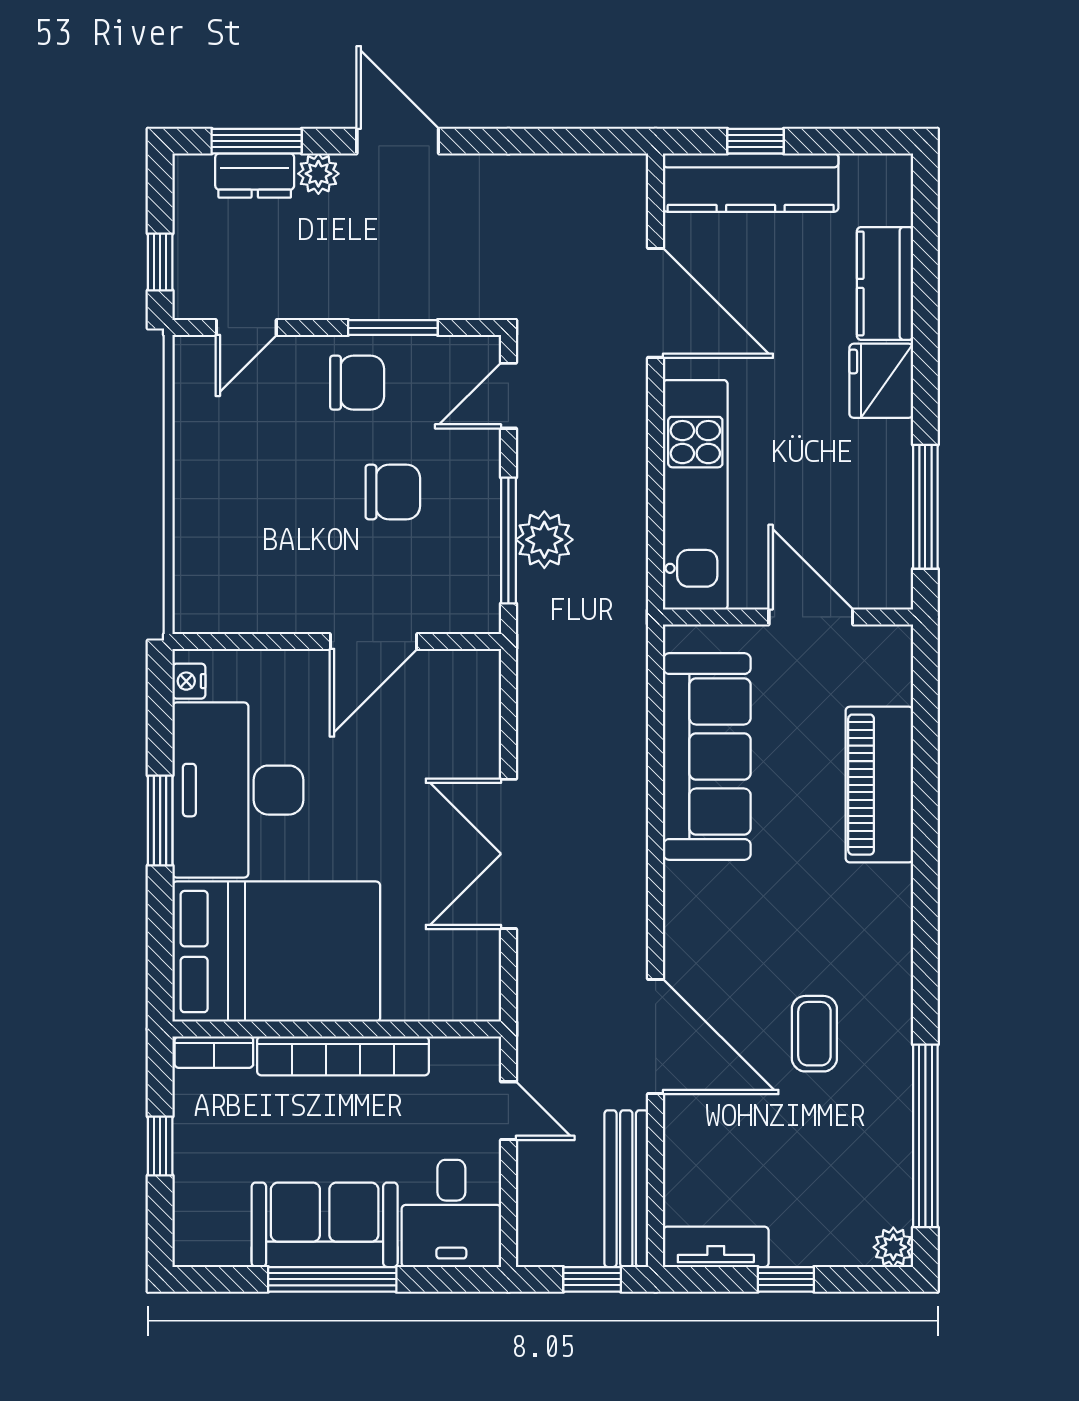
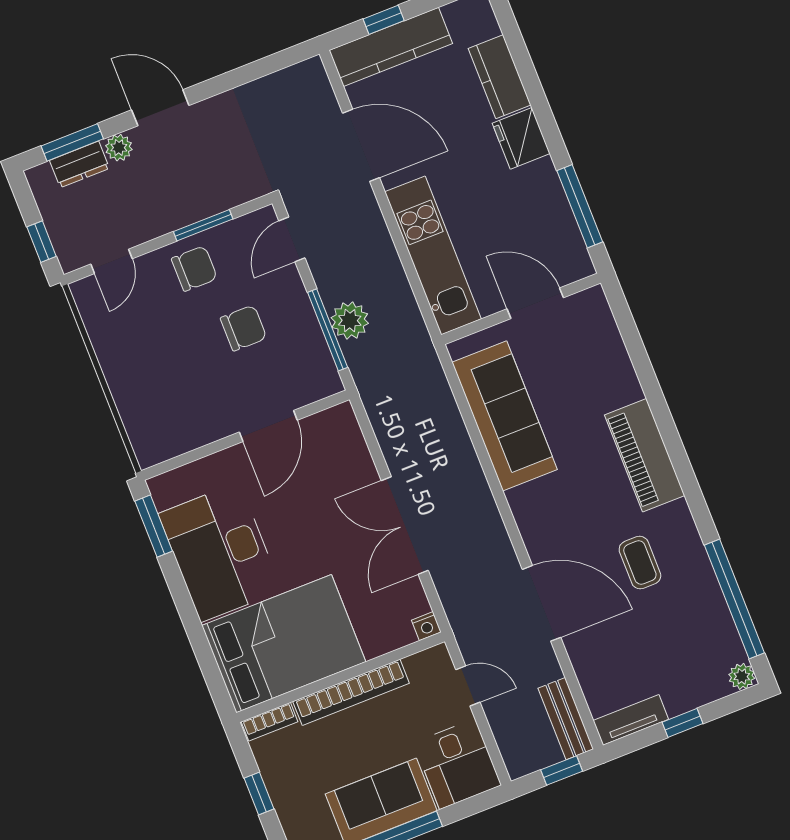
nightstand: (189, 681) -> (426, 626), moved, turned -90
piano: (879, 785) -> (645, 455), moved
window: (160, 821) -> (154, 526), moved
bench: (626, 1189) -> (566, 719), width x0.73

